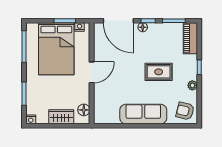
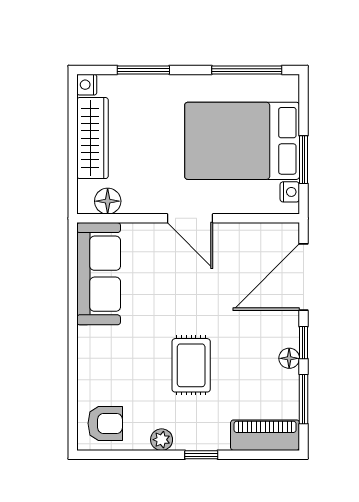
floor lamp: (143, 27) -> (289, 358), moved
armchair: (185, 111) -> (105, 423), turned 76
sofa: (143, 114) -> (99, 274), moved
wardrobe: (61, 117) -> (93, 138), width x1.50

